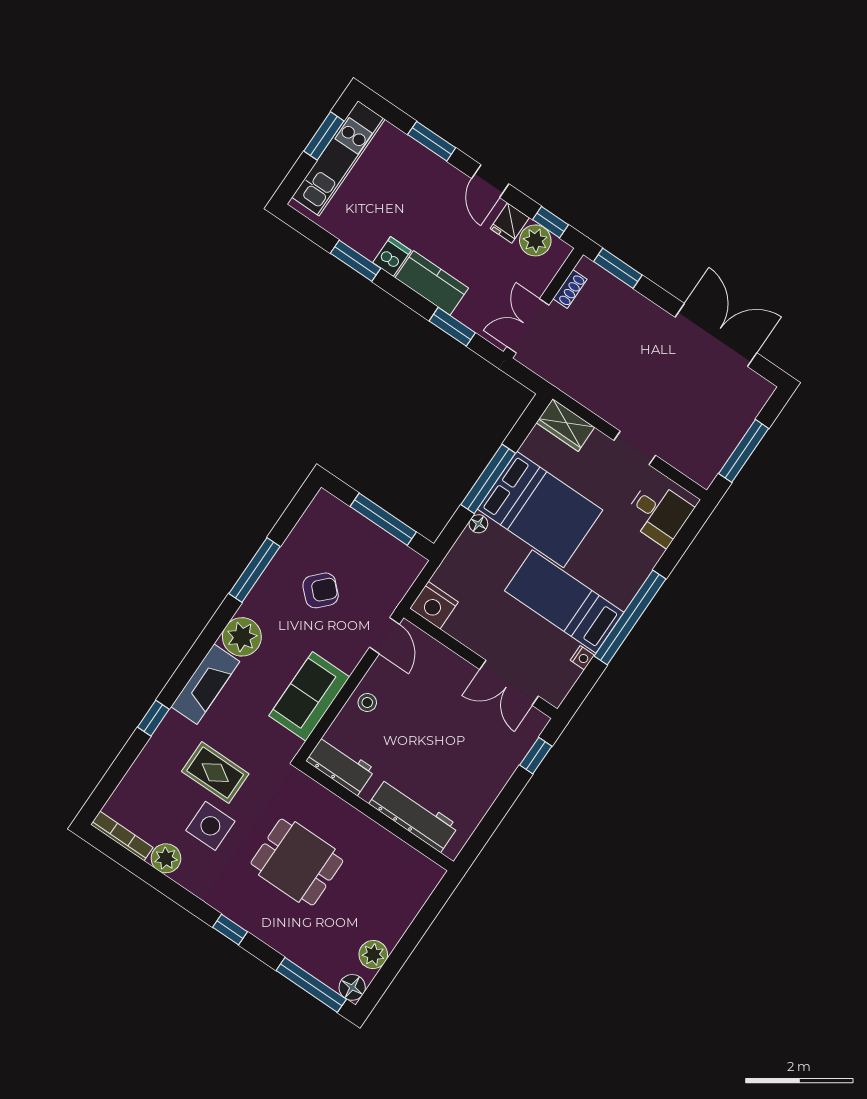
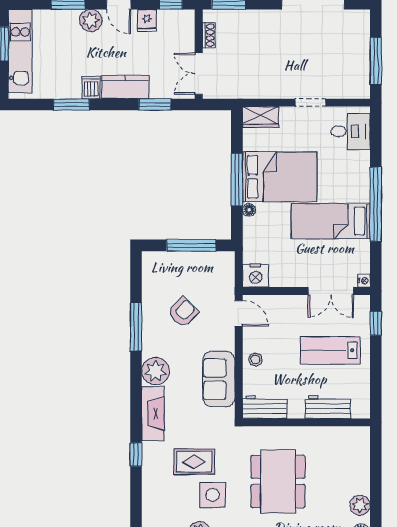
plant: (535, 240) -> (91, 21), moved
nightstand: (582, 658) -> (364, 281), moved
lab bench: (461, 751) -> (330, 350), added
workbench: (414, 815) -> (328, 407), width x0.73
dining table: (297, 862) -> (278, 481), width x1.38

